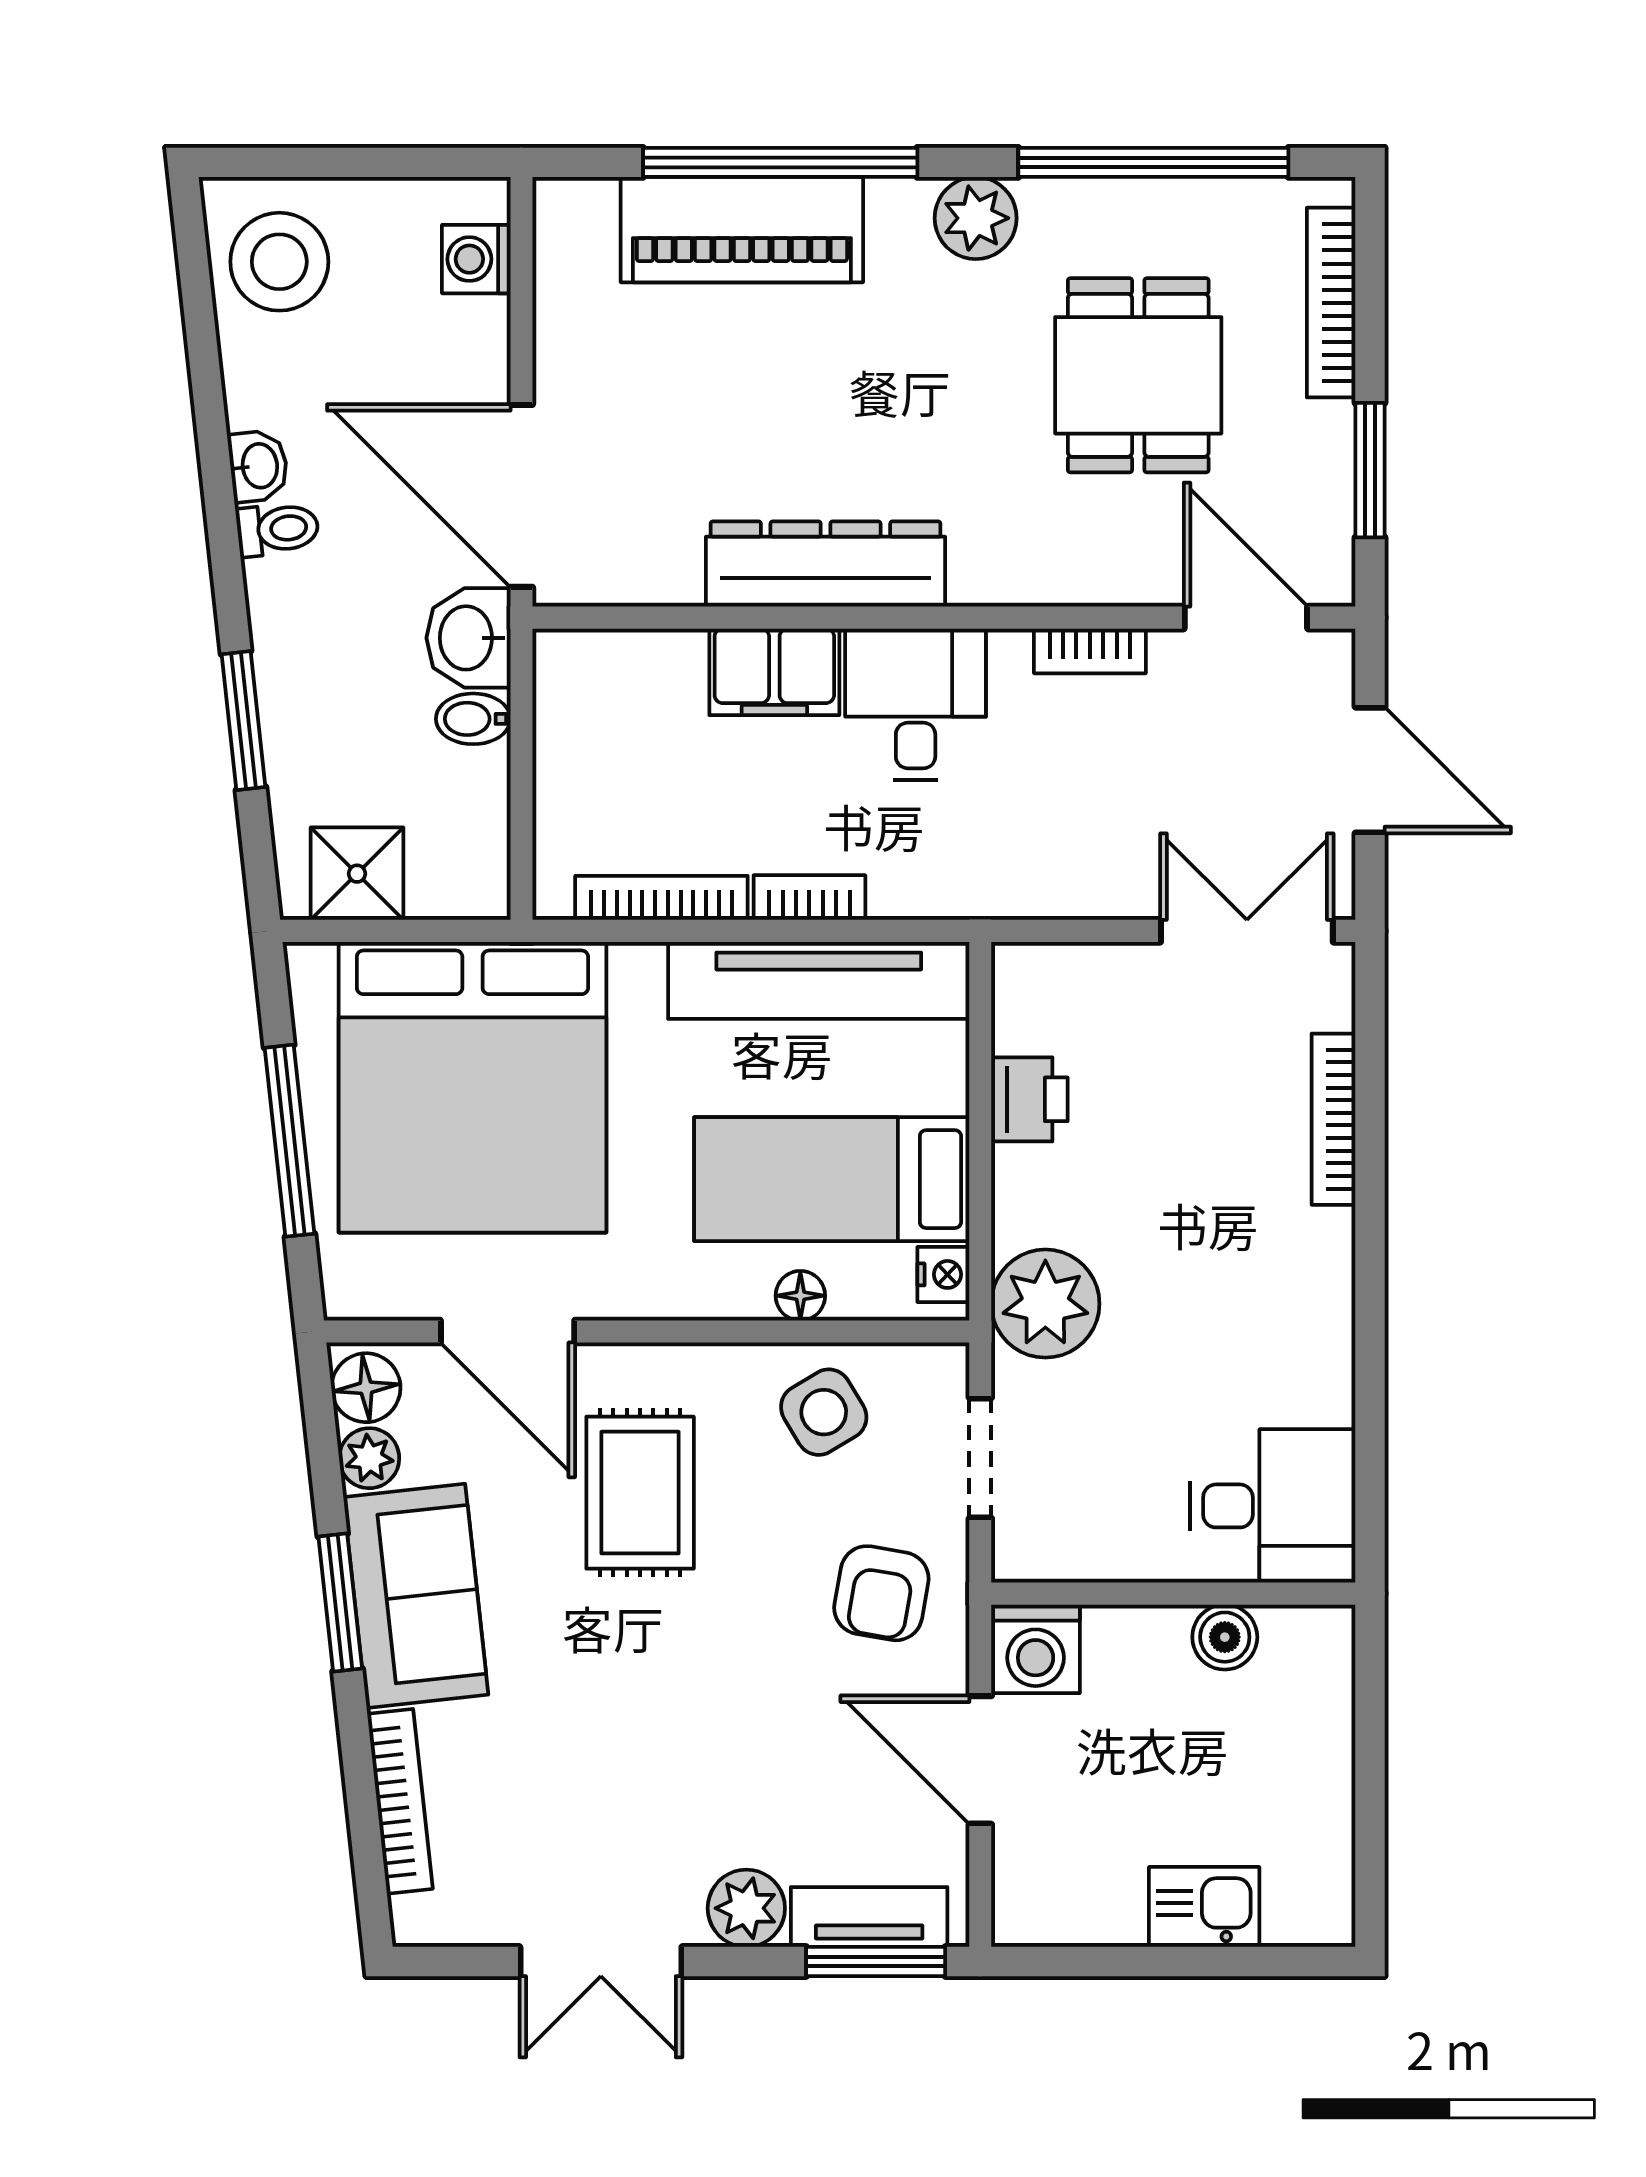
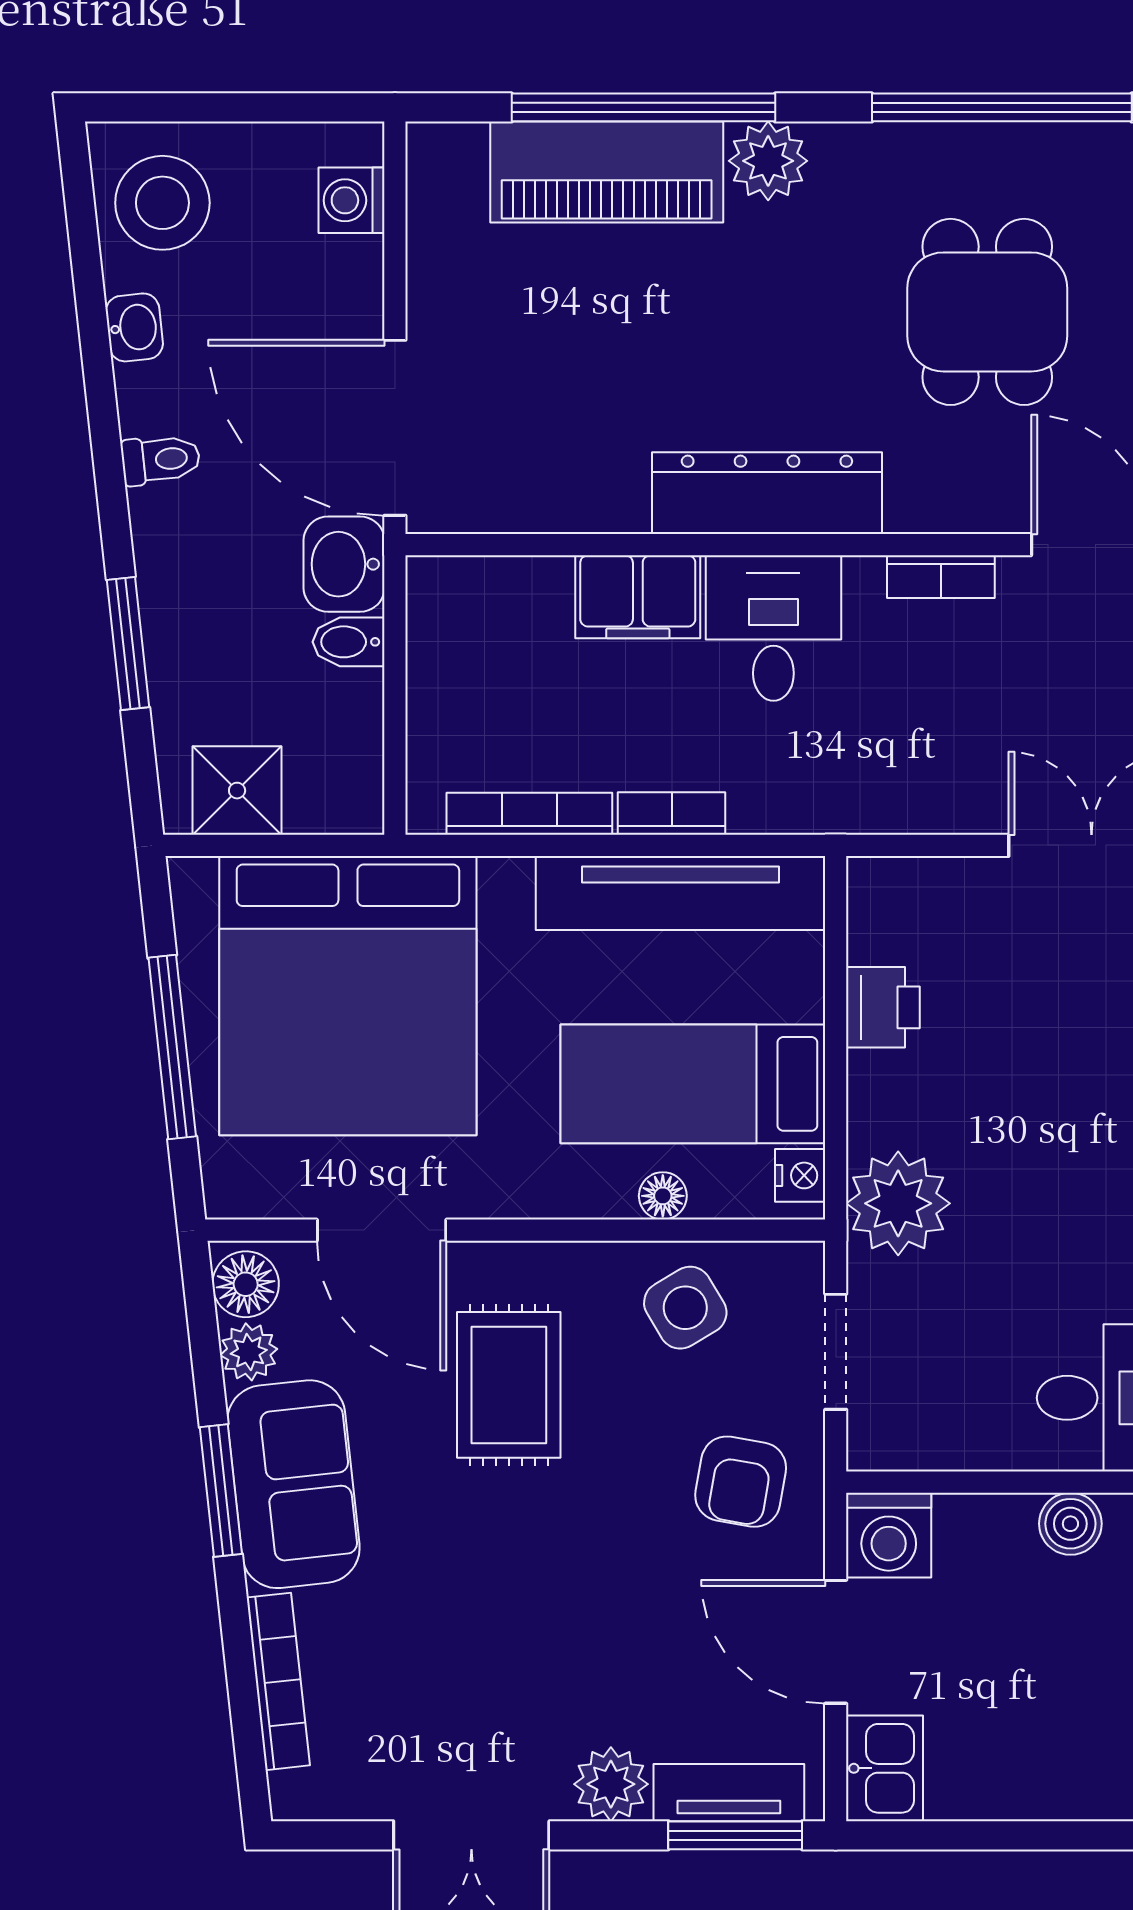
plant: (976, 218) -> (768, 161), moved
washbasin: (258, 466) -> (134, 327), moved
dresser: (826, 564) -> (767, 493), moved
kitchen sink: (1204, 1907) -> (885, 1768), moved, turned 90

